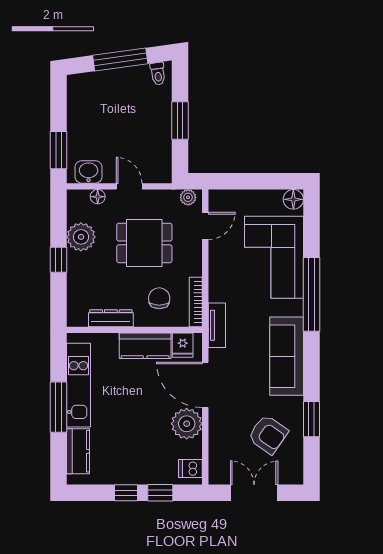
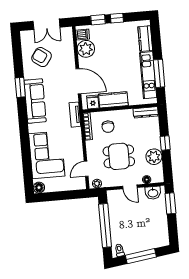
window: (180, 121) -> (105, 225), width x2.11
window: (311, 294) -> (24, 136), removed
dresser: (111, 318) -> (146, 112), moved
window: (59, 407) -> (159, 73), moved
window: (311, 419) -> (20, 87), moved
plant: (187, 424) -> (86, 49), moved

